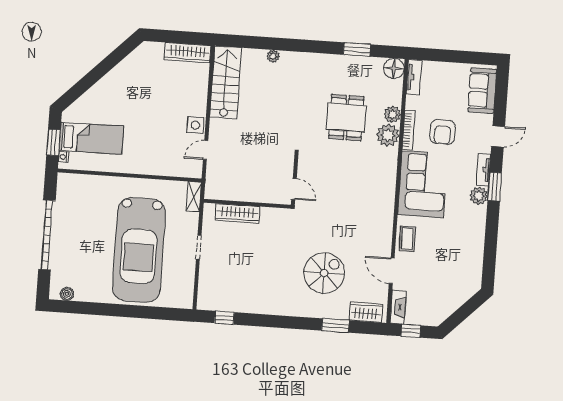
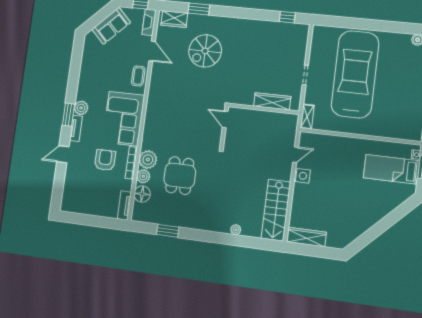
floor lamp: (394, 68) -> (142, 194), moved
sofa: (482, 91) -> (111, 26), moved, turned 45

